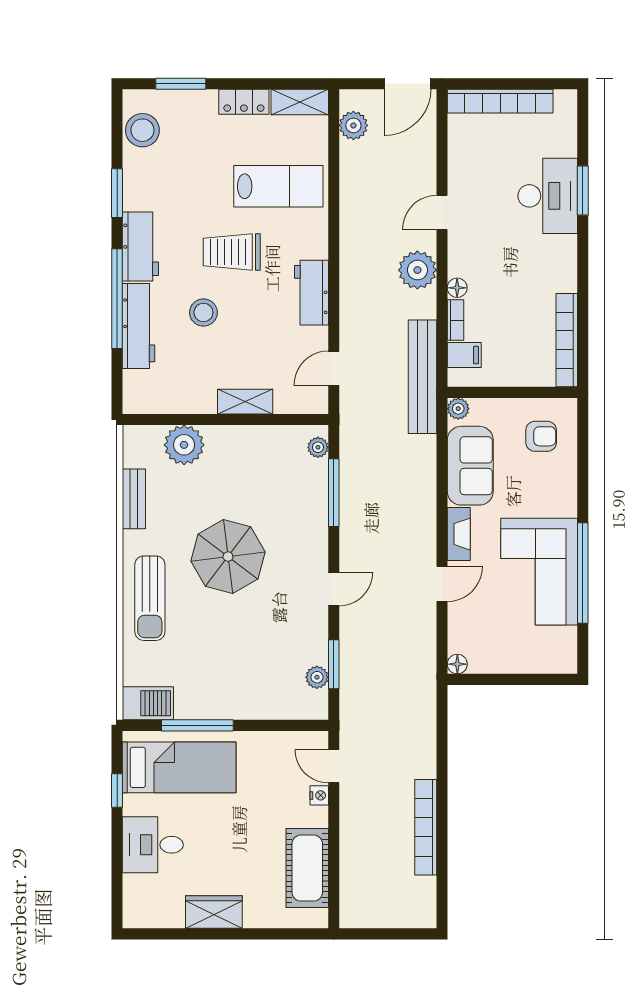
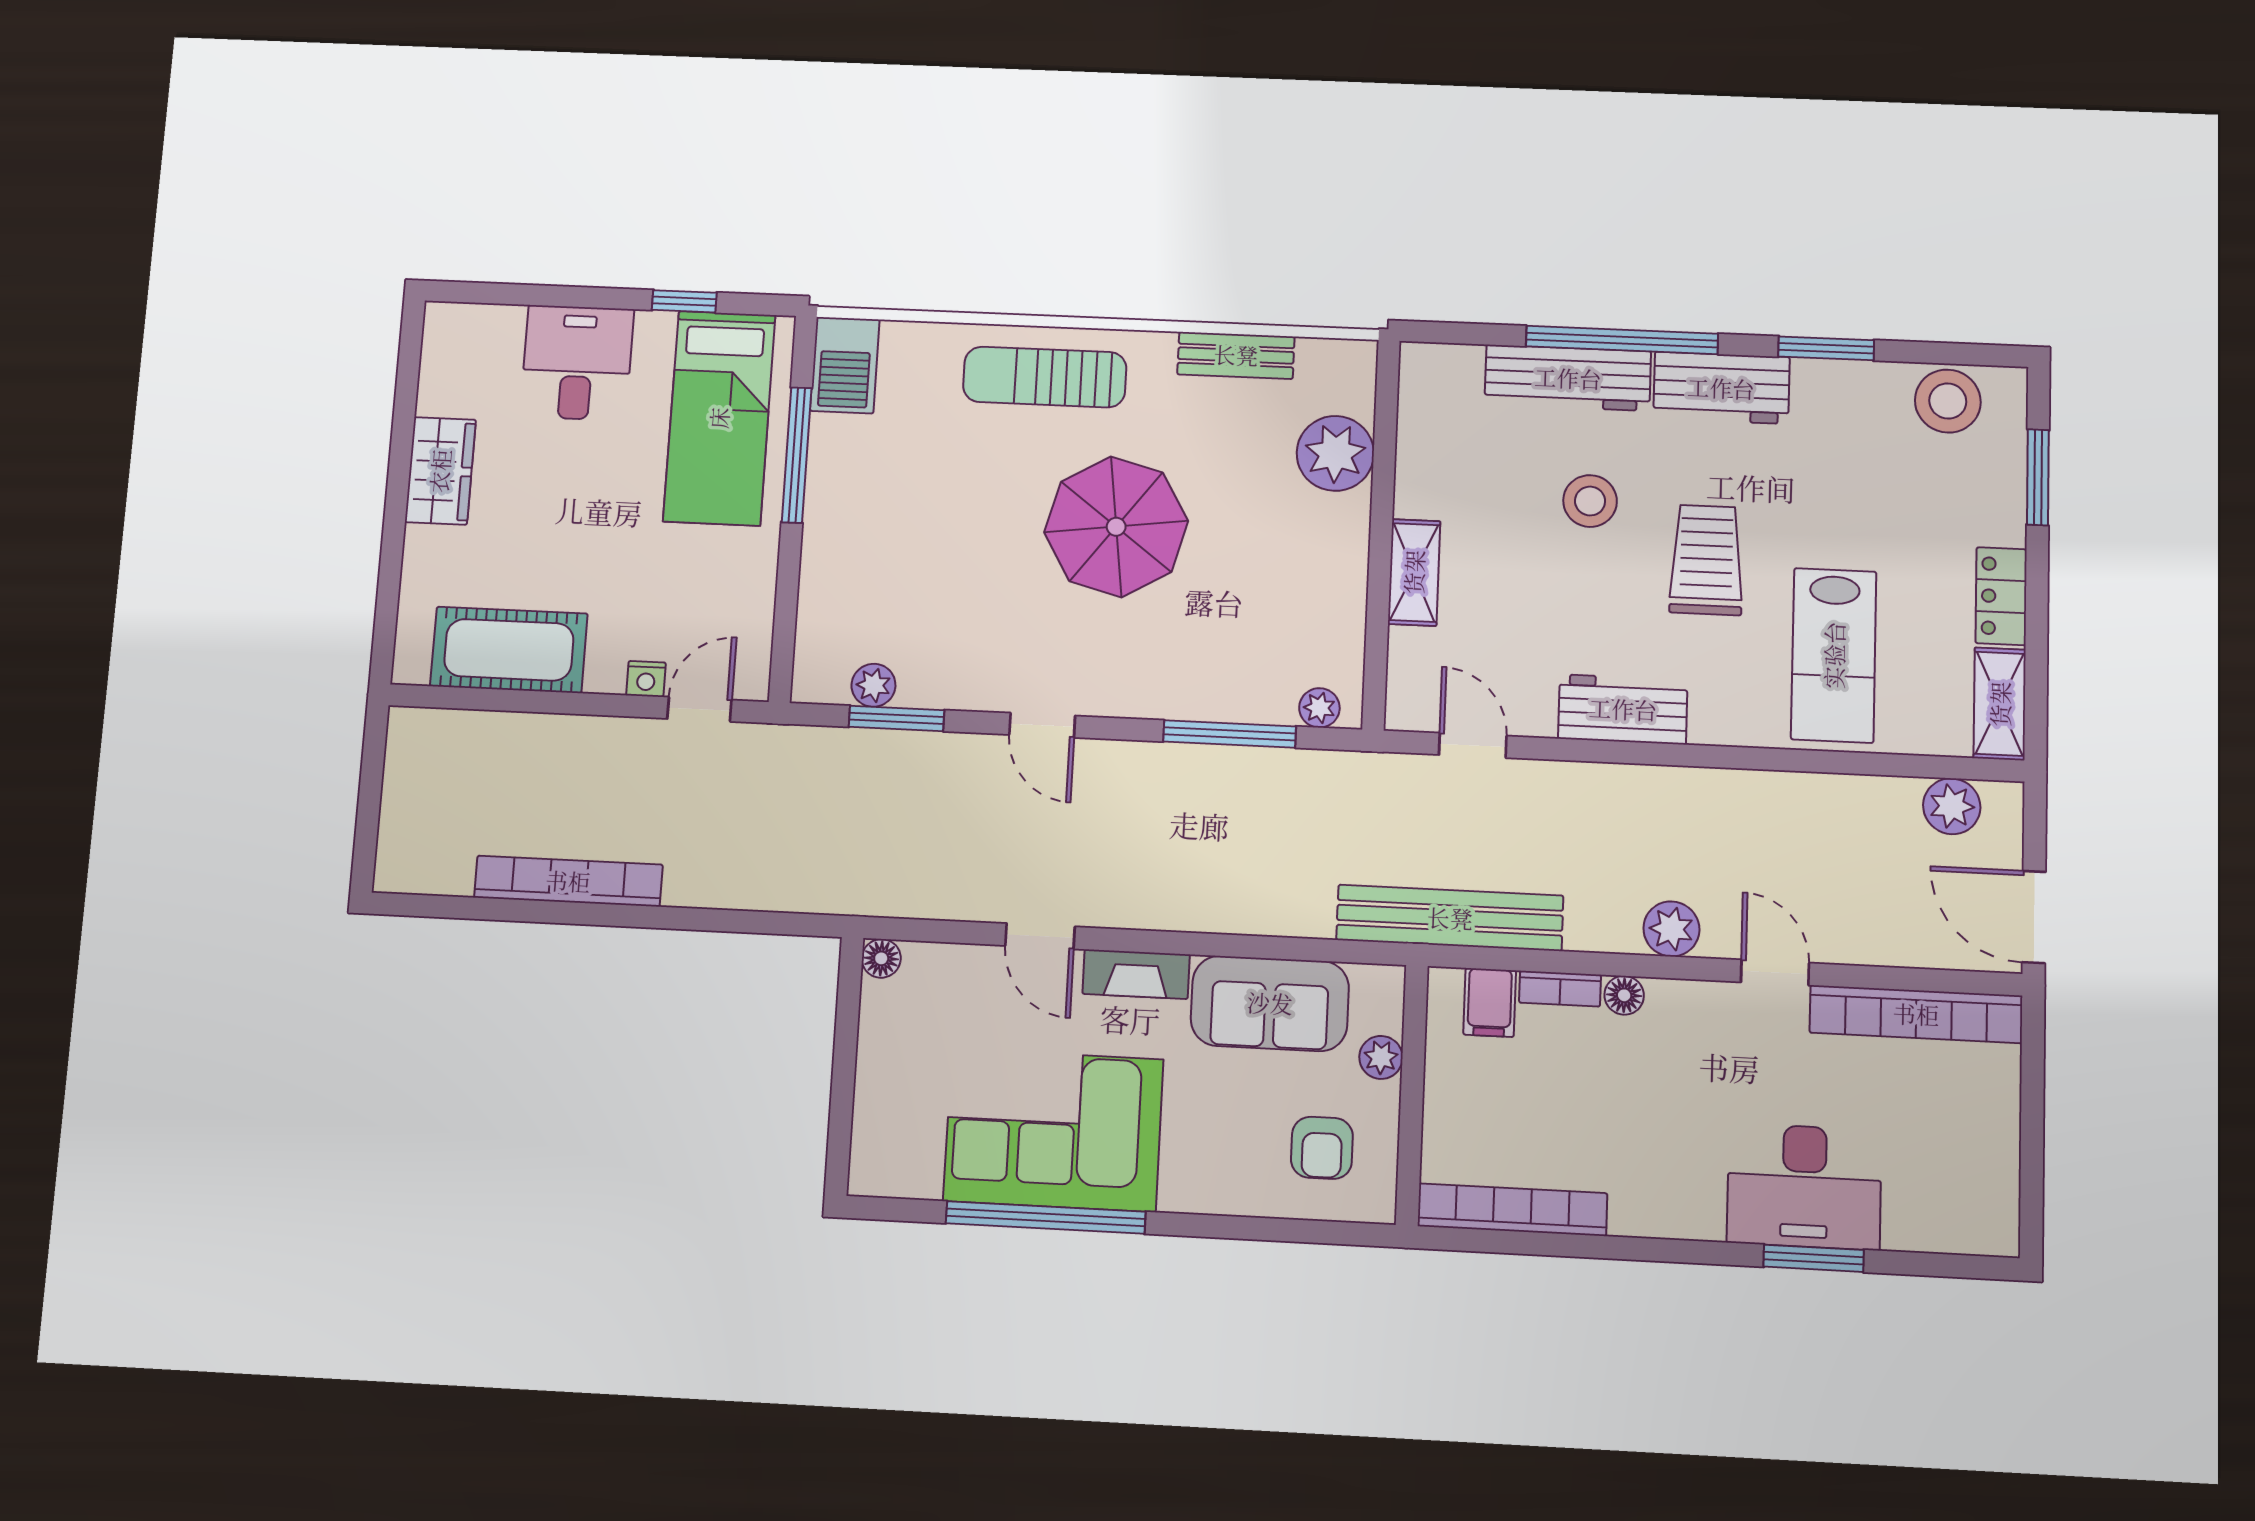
bookcase: (500, 101) -> (1916, 1014), moved, turned -90
plant: (417, 270) -> (1671, 929), width x0.73, depth x0.73
plant: (458, 409) -> (1381, 1057), moved

